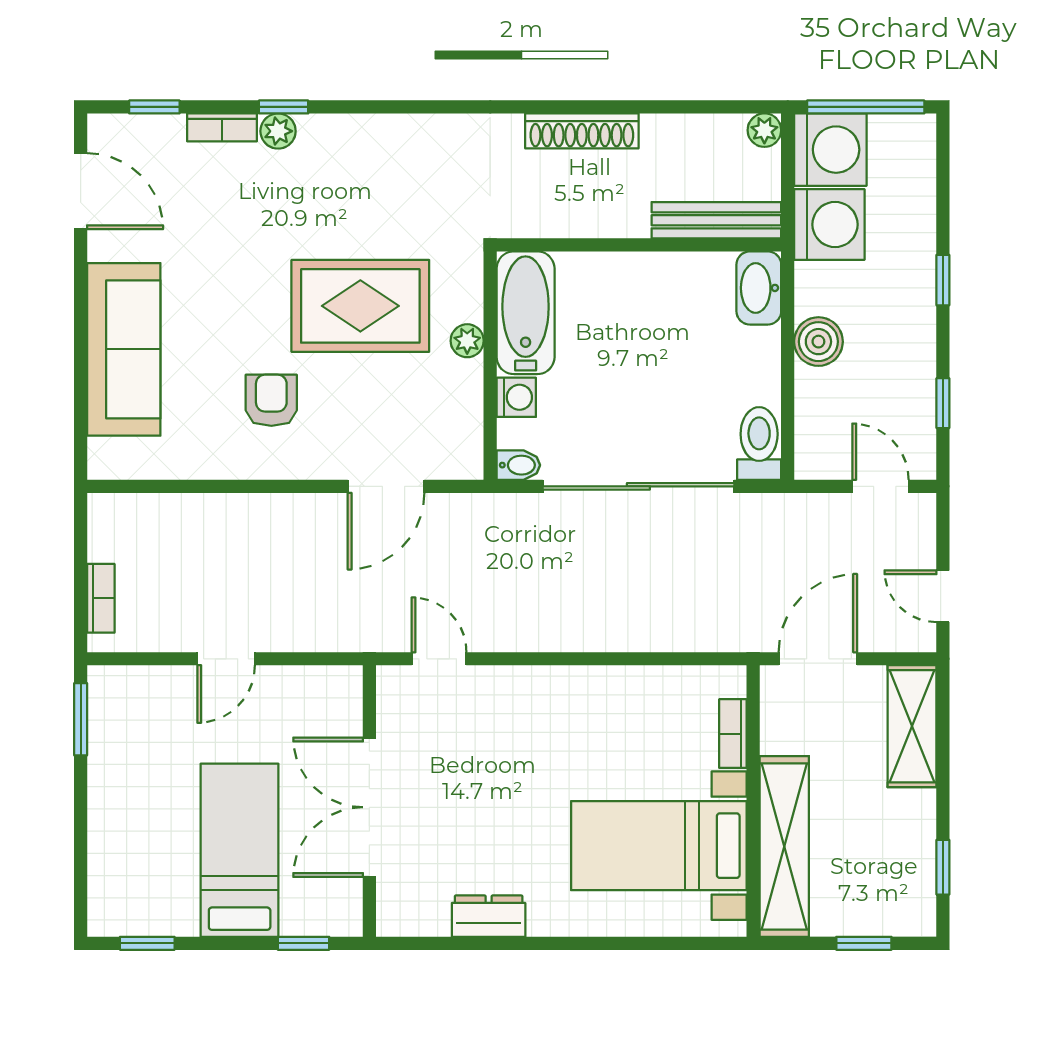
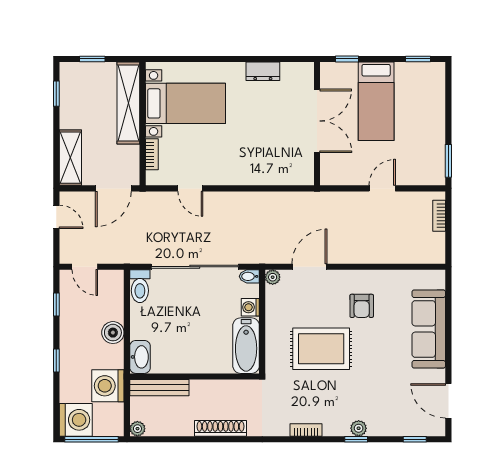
bookcase: (222, 127) -> (306, 430), moved
washing machine: (830, 150) -> (76, 420), moved, turned 180
plant: (467, 341) -> (273, 277), moved
door: (439, 659) -> (190, 188), moved

